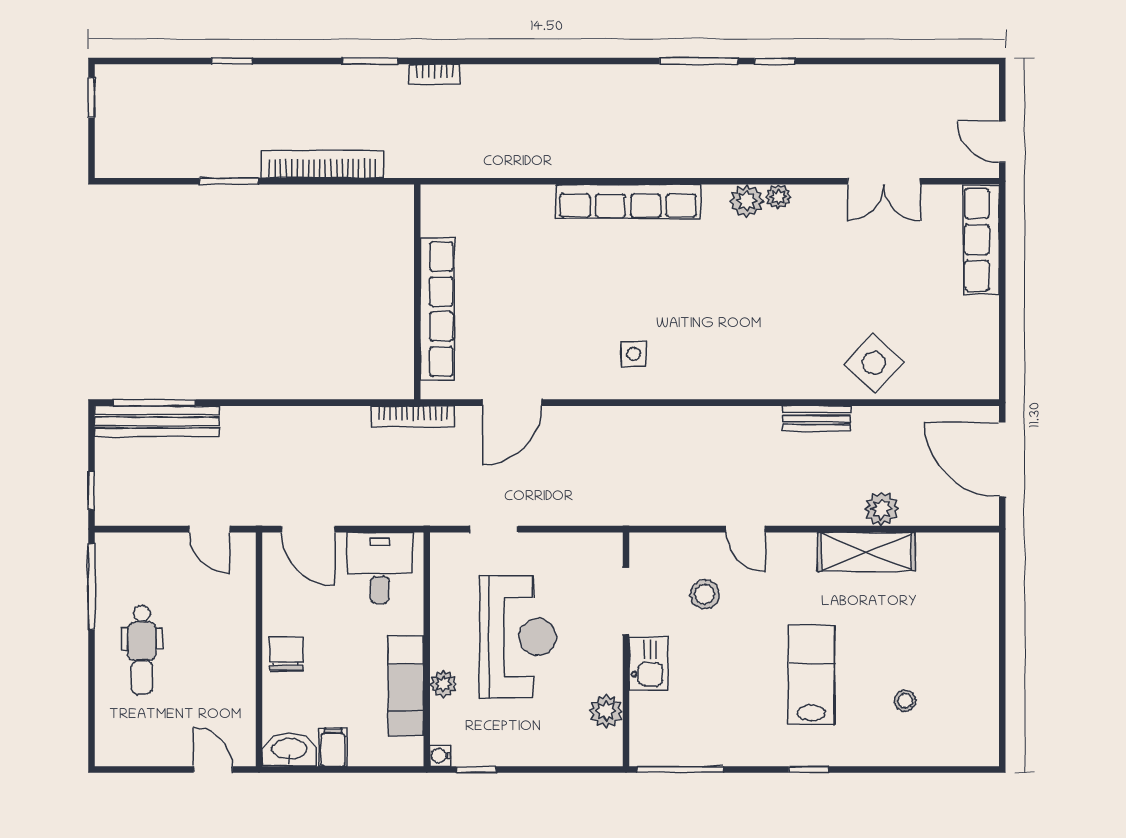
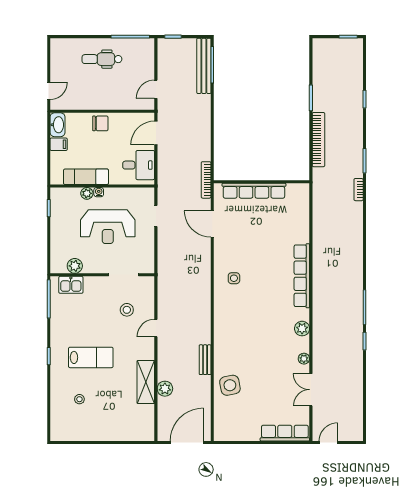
plant: (778, 197) -> (304, 359), moved
side table: (874, 363) -> (230, 385), turned 36
kitchen sink: (648, 663) -> (71, 285), moved
water cooler: (440, 756) -> (99, 192), moved

